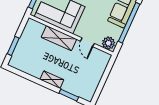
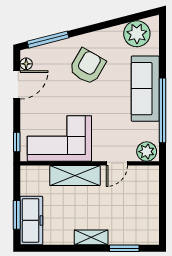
door: (87, 42) -> (117, 163), hinge flipped
freezer: (21, 53) -> (31, 220), added

